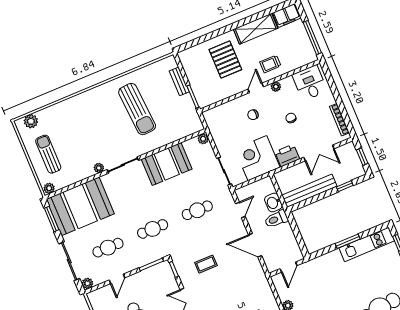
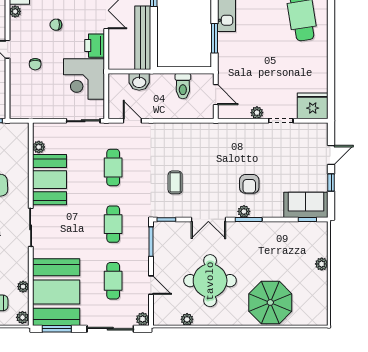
plant: (276, 87) -> (15, 11), moved
plant: (203, 139) -> (39, 147), moved
plant: (99, 168) -> (23, 287), moved
toilet: (276, 219) -> (183, 86), moved
window: (348, 241) -> (214, 38), moved
door: (255, 245) -> (177, 121), removed

